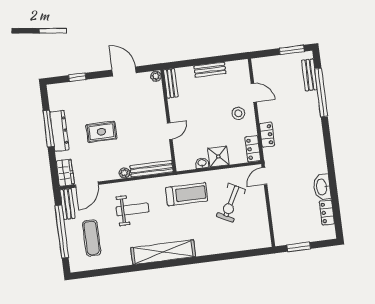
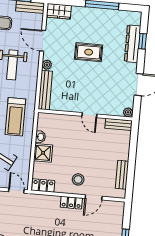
bench: (210, 70) -> (122, 175), moved
dresser: (59, 131) -> (133, 44), moved, turned 90
door: (170, 131) -> (89, 115), moved
rug: (101, 132) -> (89, 52), turned 90
locker: (267, 135) -> (71, 203), moved
door: (87, 185) -> (43, 41), moved

